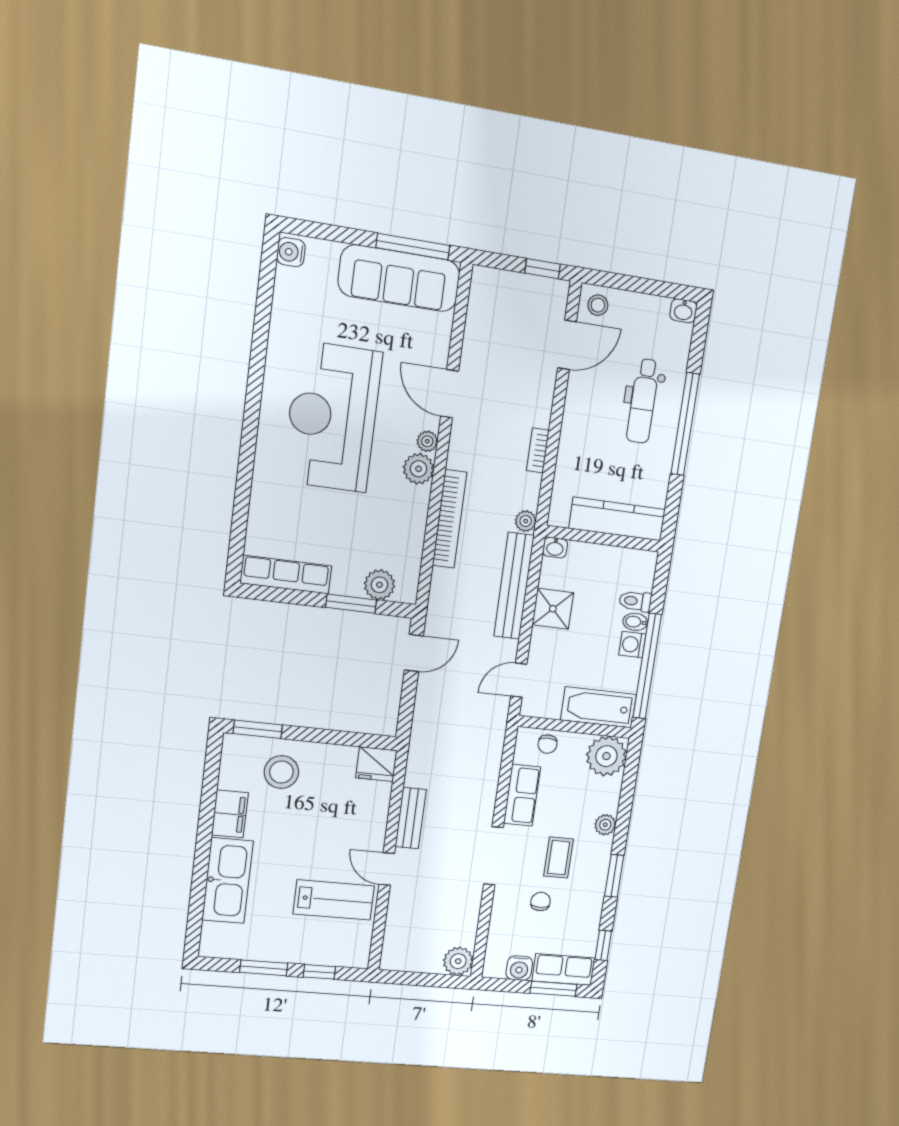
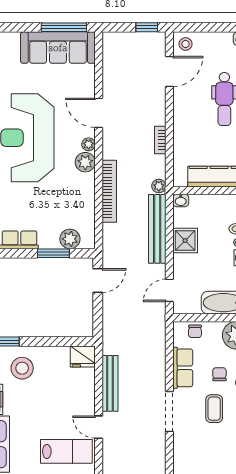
bench: (411, 818) -> (110, 383), width x1.36
chair: (540, 901) -> (219, 374), moved

